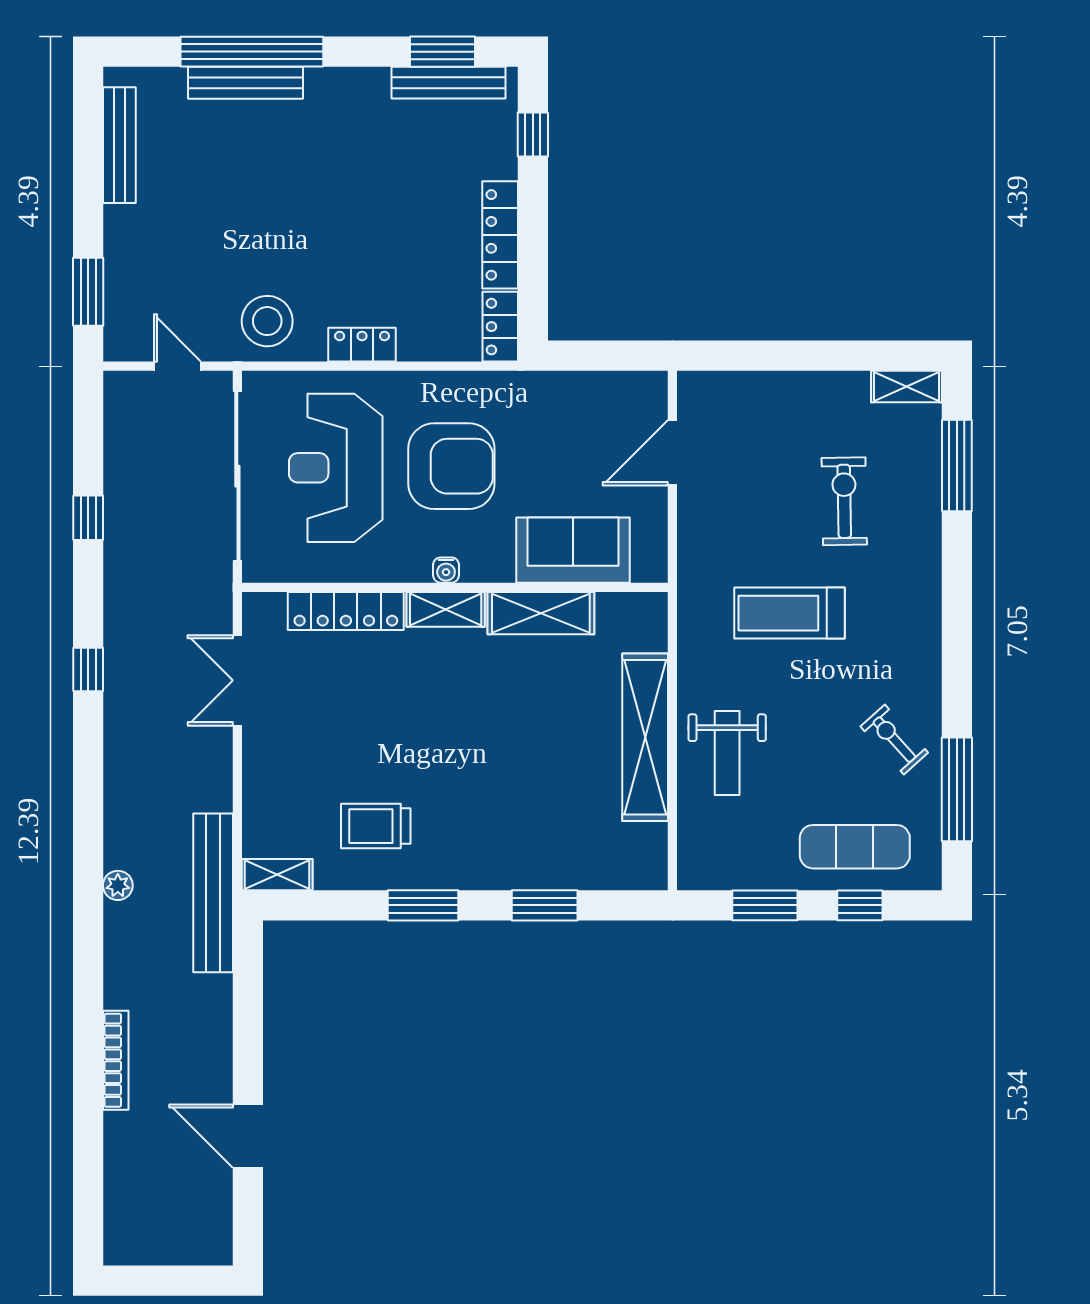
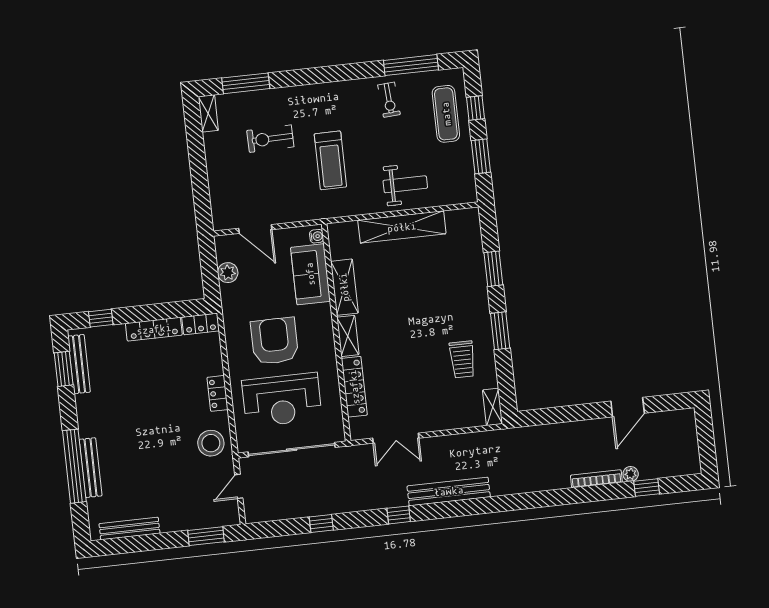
plant: (594, 390) -> (228, 273), added
water cooler: (446, 570) -> (317, 236), moved
exercise bike: (894, 740) -> (389, 100), turned -52
plant: (118, 885) -> (631, 474), moved
bench: (213, 893) -> (449, 491), moved
window: (88, 1156) -> (647, 488), added

